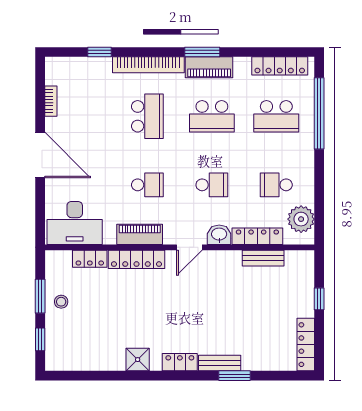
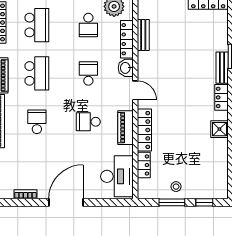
school desk: (147, 116) -> (37, 122), width x0.54
school desk: (147, 185) -> (88, 122), turned -90

